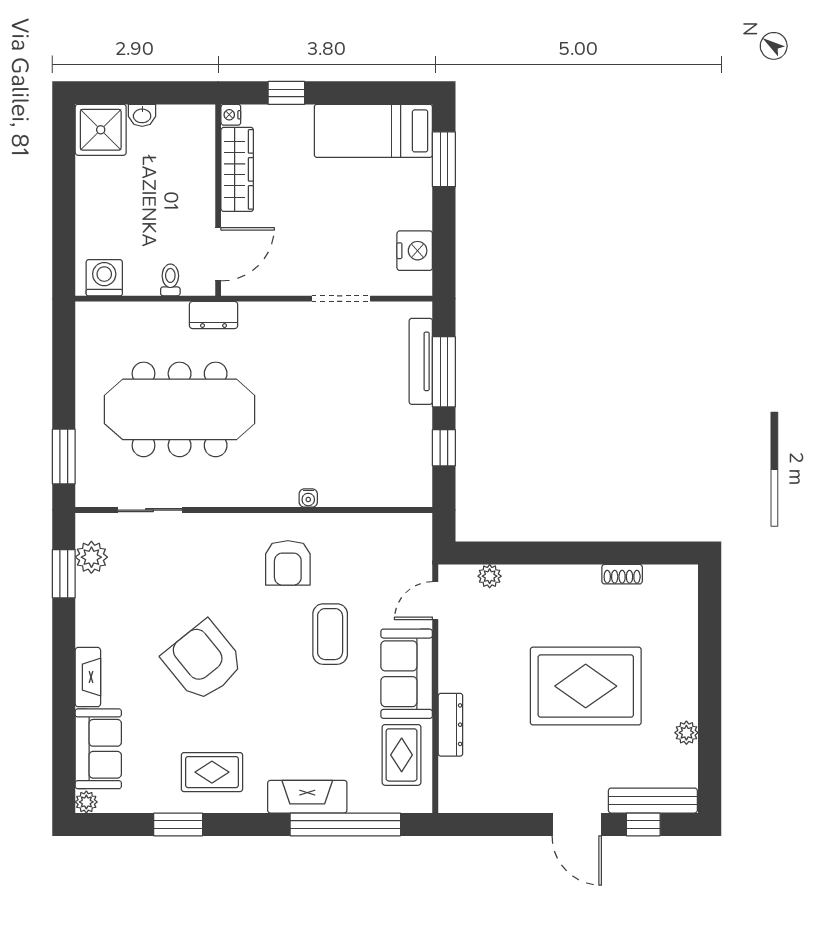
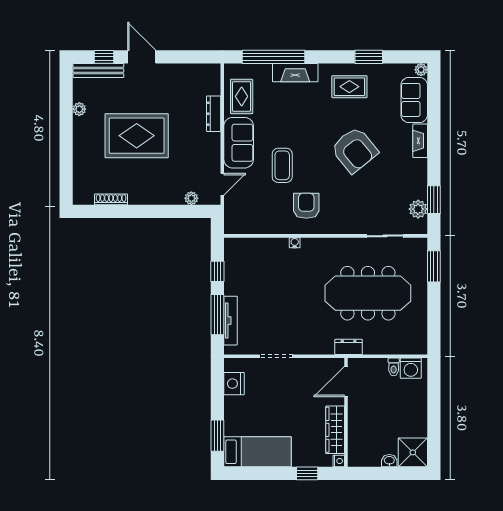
toilet: (170, 280) -> (394, 367), moved
shoe rack: (622, 574) -> (111, 199), width x1.43

